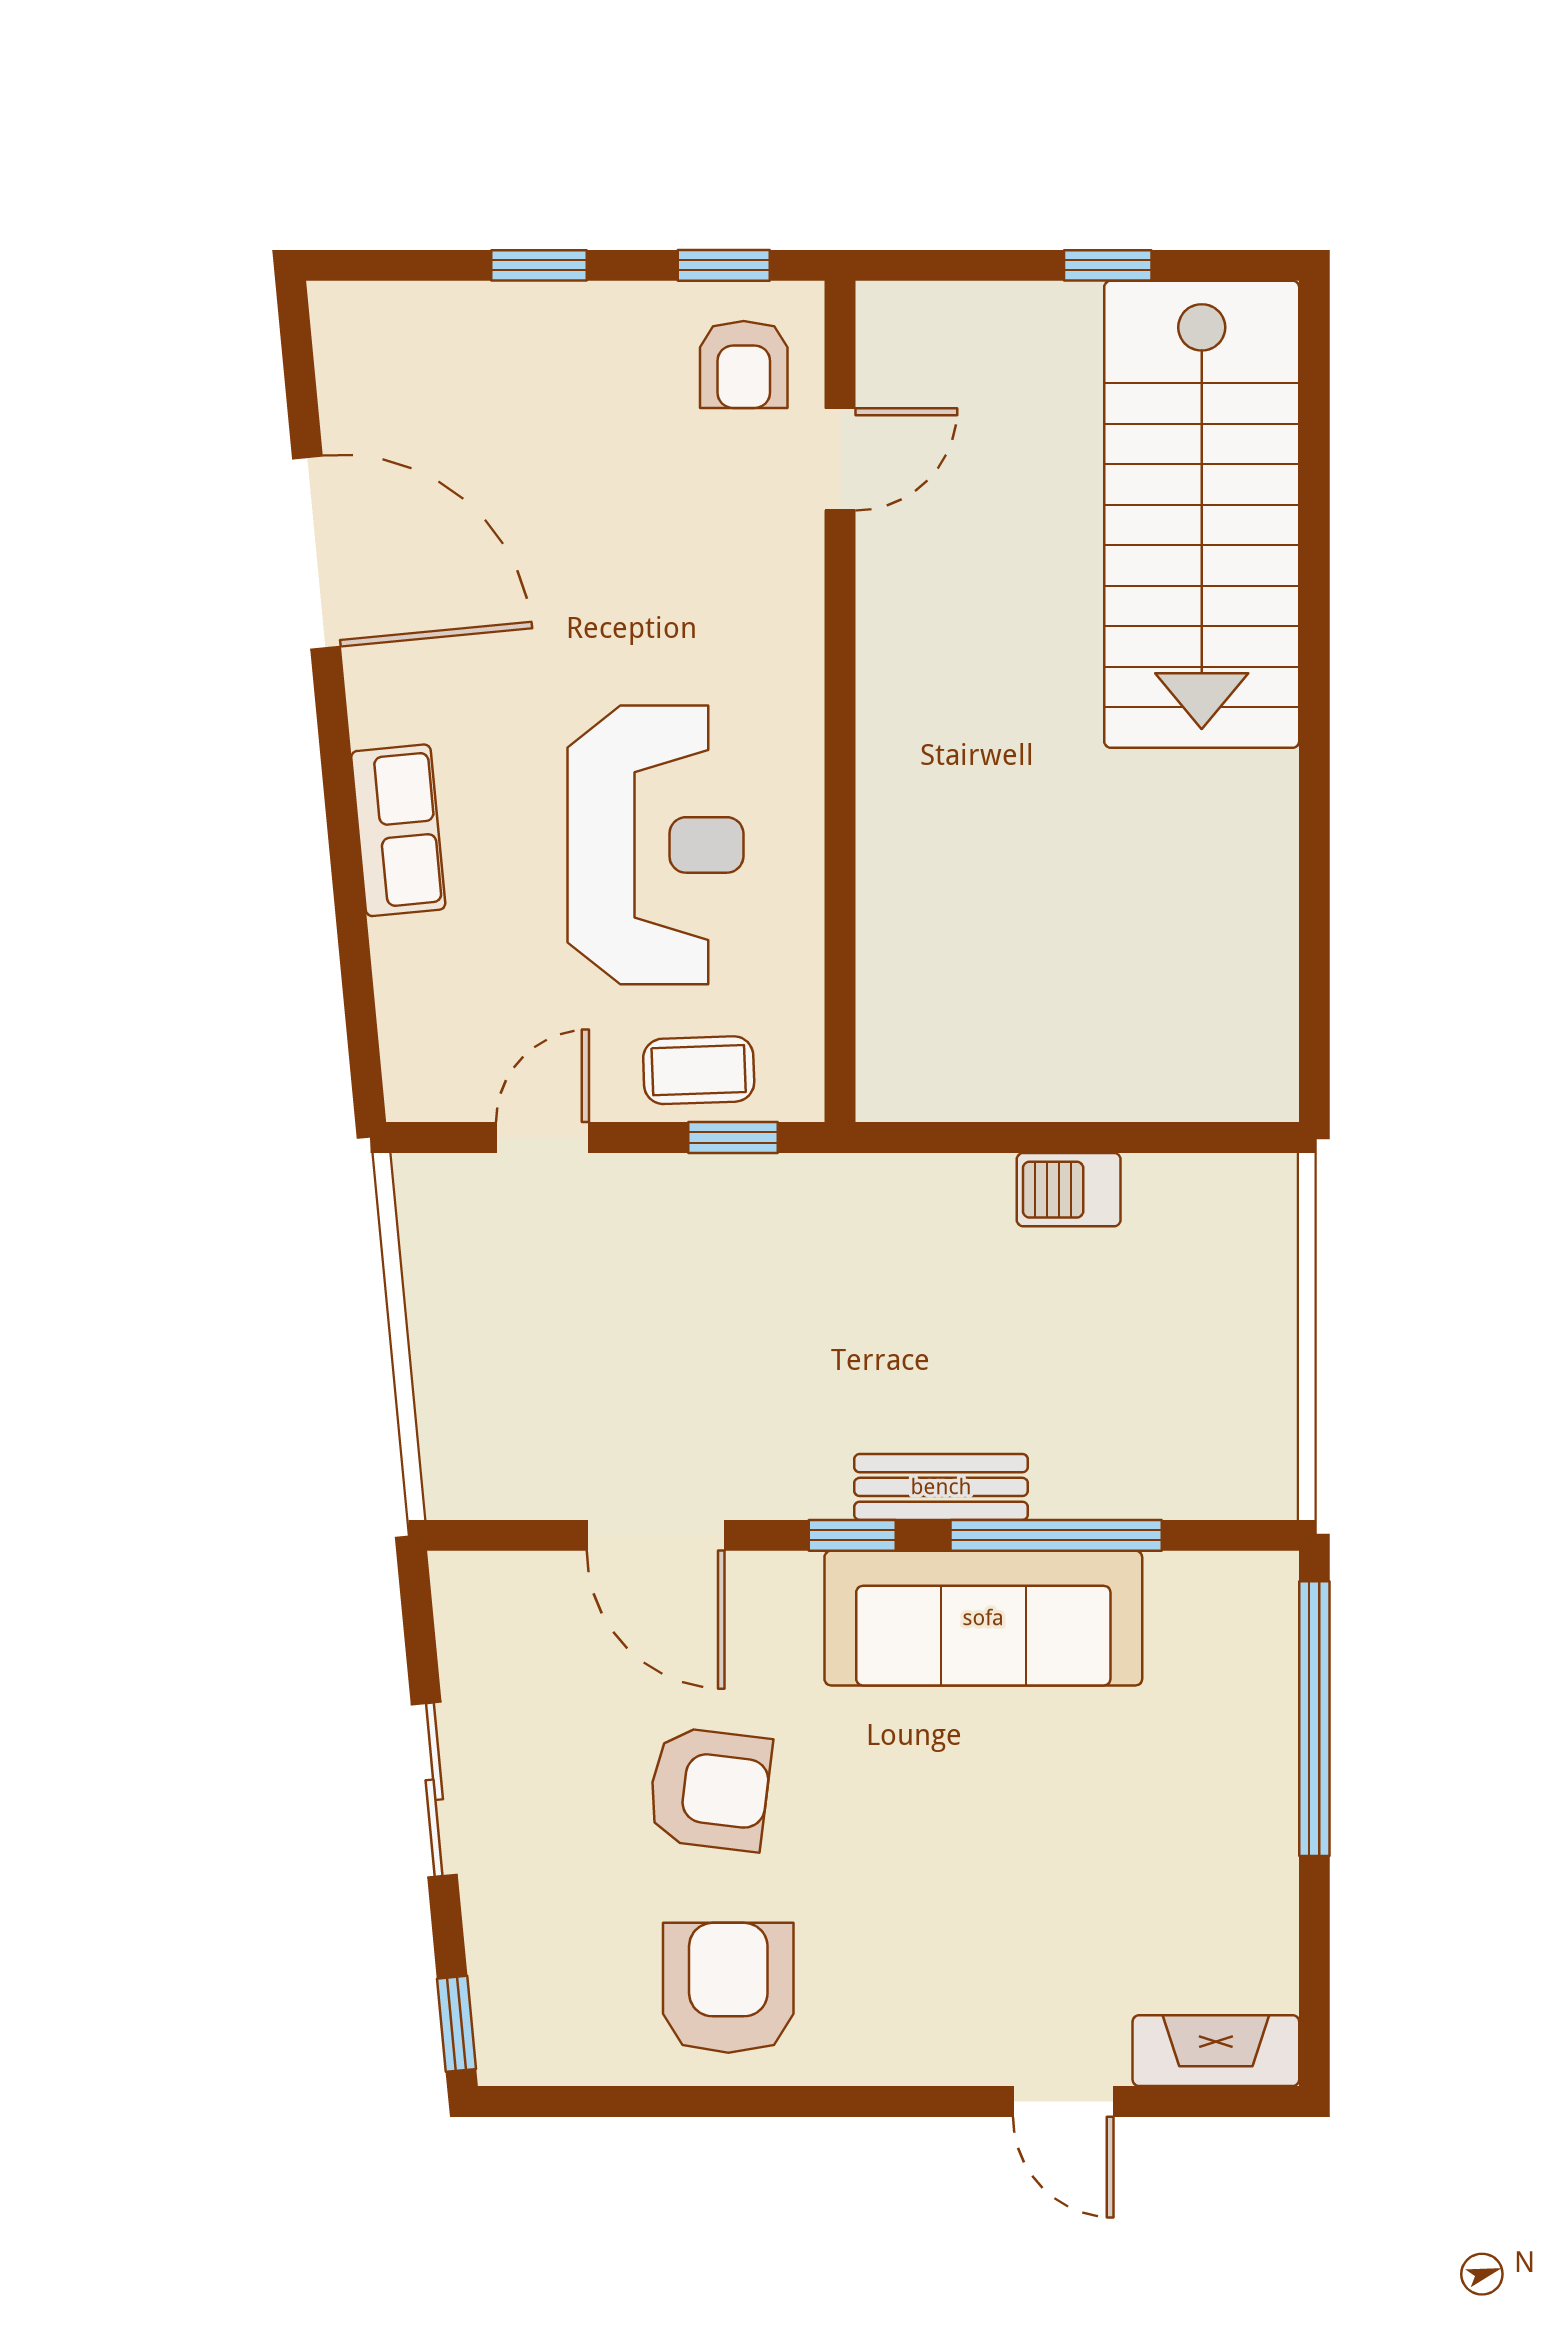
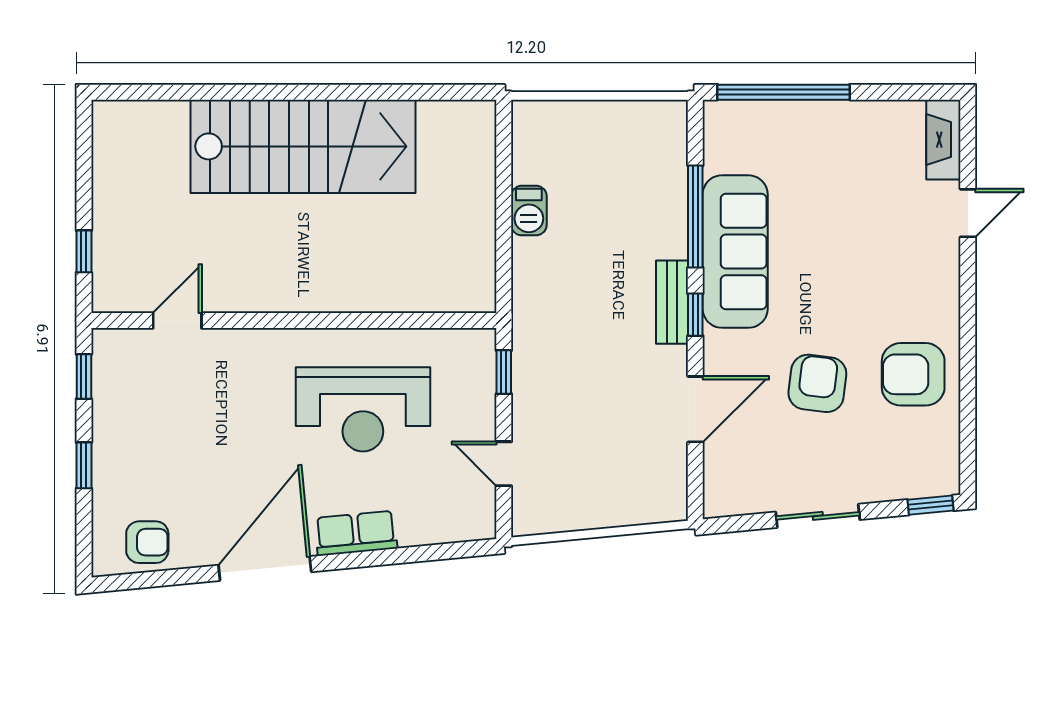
window: (1108, 265) -> (84, 251), moved
armchair: (744, 365) -> (147, 542), moved
door: (840, 459) -> (177, 321), hinge flipped
stairs: (1202, 514) -> (303, 146), moved
door: (317, 552) -> (265, 568), moved
reception desk: (656, 845) -> (363, 409), turned 180
coffee table: (699, 1070) -> (471, 389), removed
bench: (941, 1487) -> (672, 302), moved

